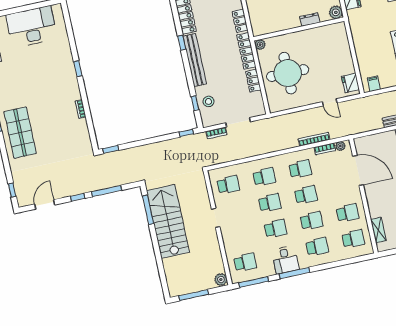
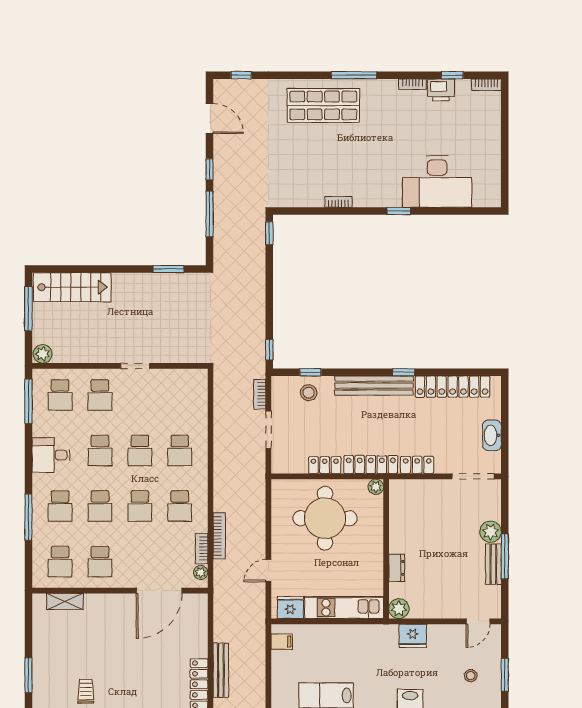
desk: (32, 27) -> (437, 182), moved, turned 90
kitchen unit: (343, 48) -> (344, 608), added
school desk: (228, 185) -> (100, 395), moved
window: (148, 210) -> (169, 269), width x0.69
stairs: (168, 221) -> (72, 287), moved, width x0.73, depth x0.66
window: (294, 273) -> (28, 517), moved

